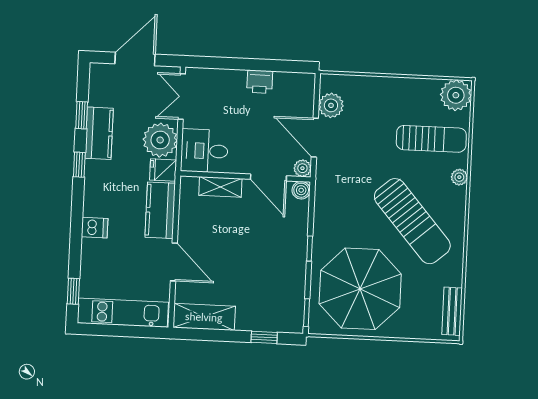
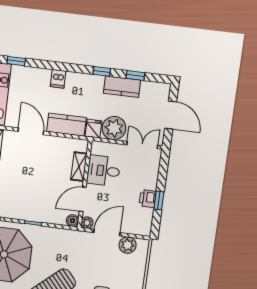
window: (261, 65) -> (159, 200), added
desk: (204, 151) -> (104, 171), moved, turned -90
door: (174, 262) -> (31, 131), swing flipped

